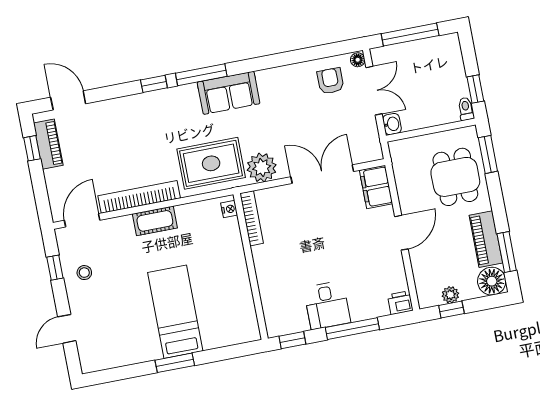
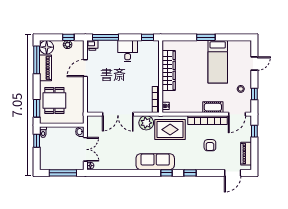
window: (201, 75) -> (167, 173), width x0.46
armchair: (330, 81) -> (210, 145), moved
double door: (374, 91) -> (85, 149), swing flipped
sofa: (229, 93) -> (155, 162), width x1.36
door: (68, 100) -> (233, 173), hinge flipped
window: (32, 148) -> (254, 131), moved
filing cabinet: (376, 187) -> (93, 103), removed
cot: (155, 221) -> (213, 107), moved
door: (401, 233) -> (85, 68), moved
window: (507, 252) -> (37, 60), width x1.44
wardrobe: (237, 282) -> (169, 70), added
bed: (175, 312) -> (218, 62), moved
window: (352, 329) -> (106, 37), moved

